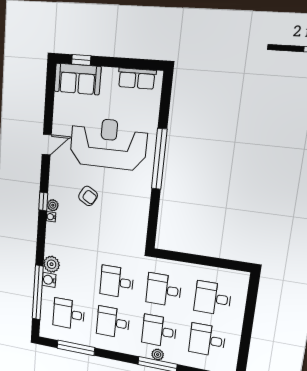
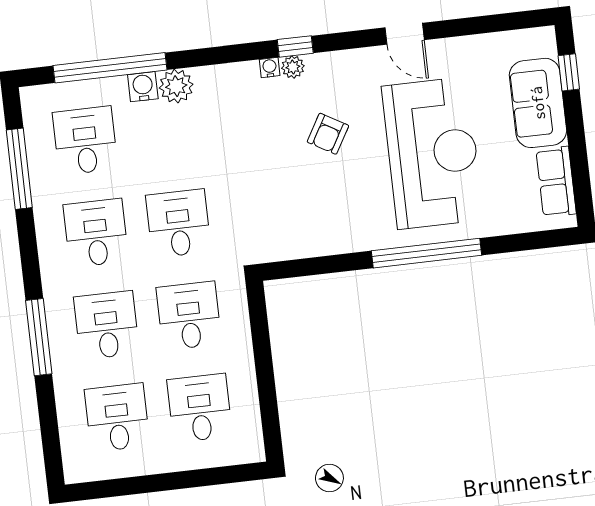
sofa: (77, 79) -> (538, 103), moved
plant: (158, 355) -> (59, 333), removed

